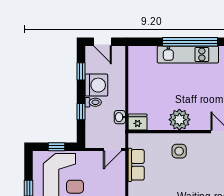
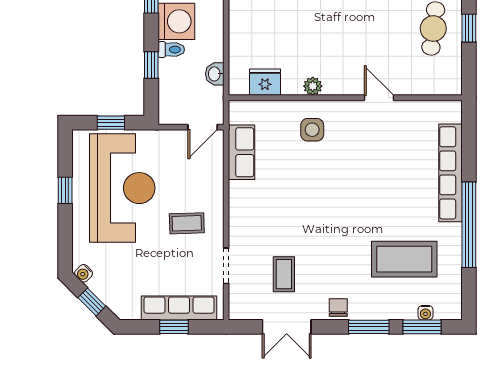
plant: (179, 120) -> (313, 86), width x0.53, depth x0.53
fridge: (138, 122) -> (265, 82), moved

